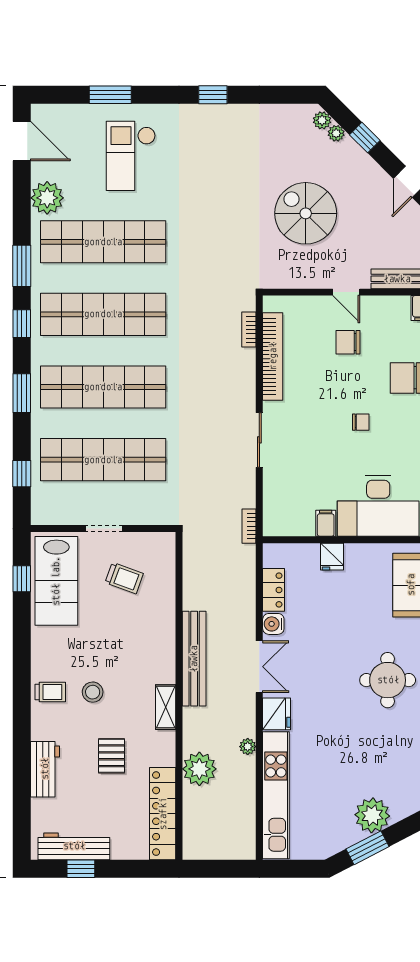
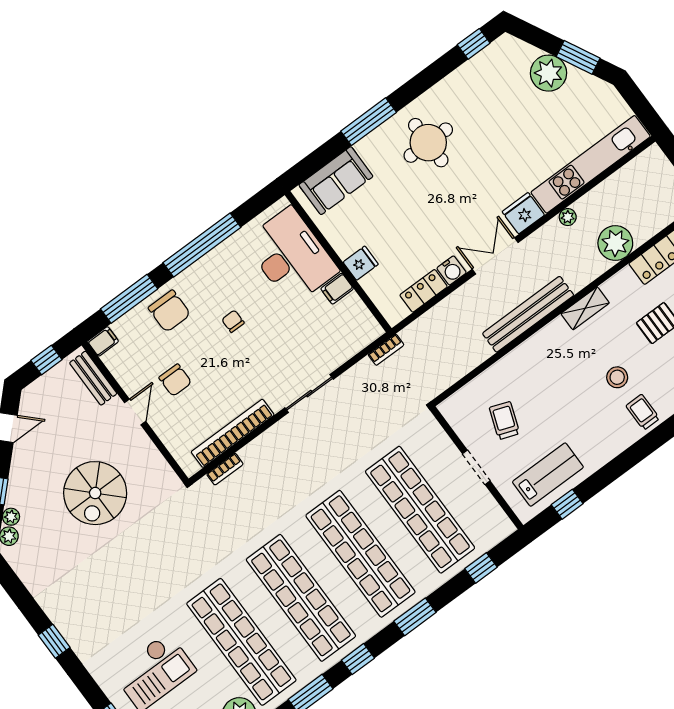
lab bench: (56, 581) -> (548, 475), width x0.73, depth x0.72

